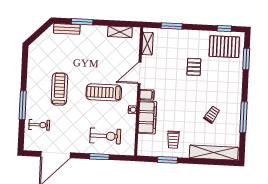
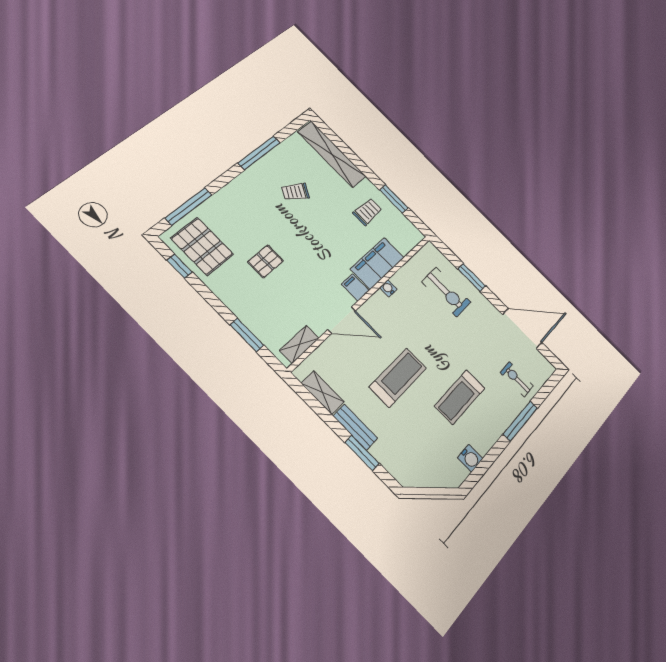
bench: (67, 29) -> (355, 427), moved
window: (246, 59) -> (189, 206), width x1.44
water cooler: (33, 65) -> (470, 458), added
treadmill: (104, 92) -> (398, 378), moved, turned -90
exercise bike: (105, 136) -> (446, 292), turned 180

